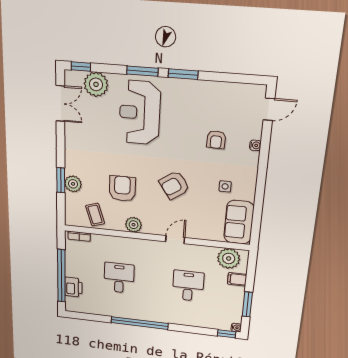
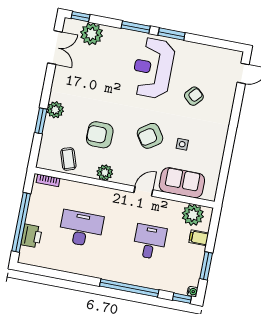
reception desk: (140, 113) -> (153, 68), moved
armchair: (216, 140) -> (194, 96), turned -140
water cooler: (255, 145) -> (228, 105), removed
plant: (73, 184) -> (55, 110), moved
side table: (225, 186) -> (182, 144), moved
armchair: (122, 189) -> (100, 135), turned -90
sofa: (239, 222) -> (182, 183), moved, turned 90
desk: (119, 278) -> (81, 229), width x1.37
window: (140, 323) -> (129, 288), moved

